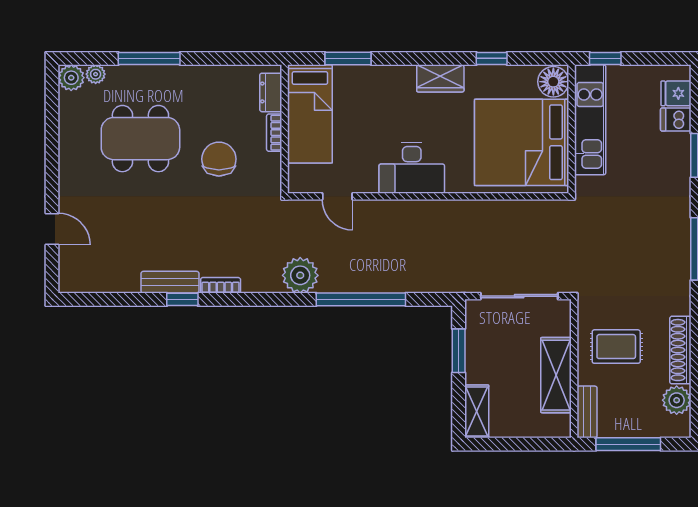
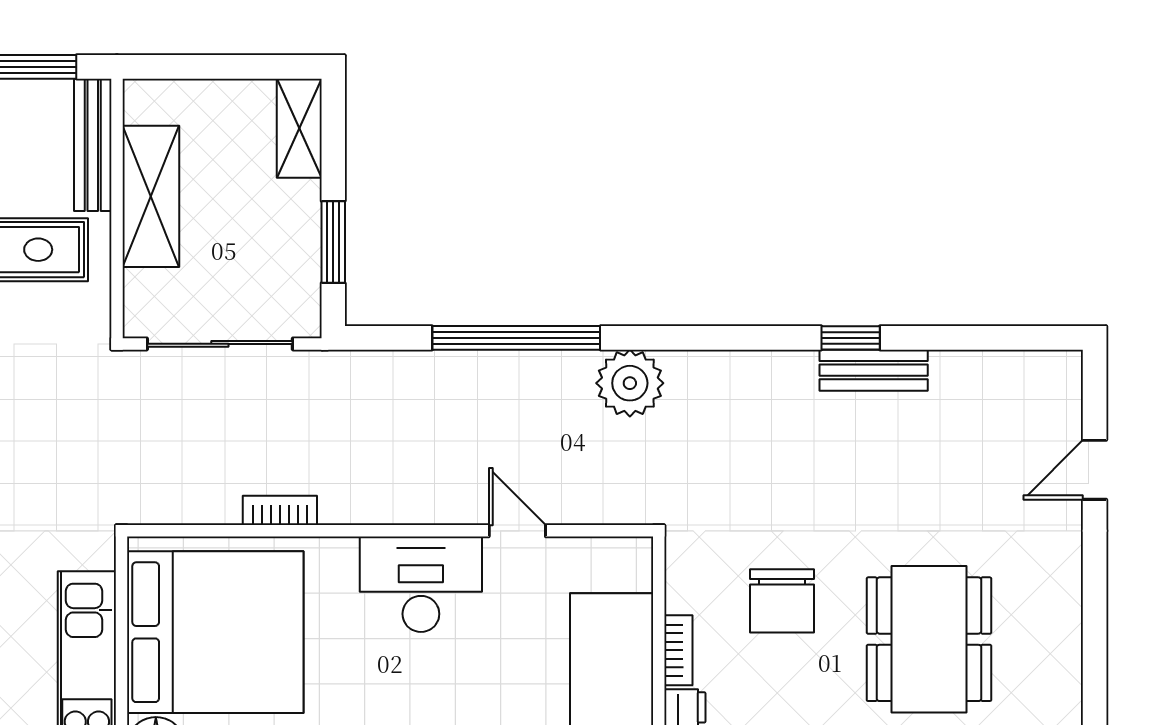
dining table: (140, 139) -> (929, 639), turned 90
door: (337, 196) -> (517, 531), moved
door: (52, 229) -> (1095, 470), hinge flipped
bookcase: (221, 285) -> (280, 510), moved, turned 180
bench: (587, 412) -> (93, 145), width x1.36

